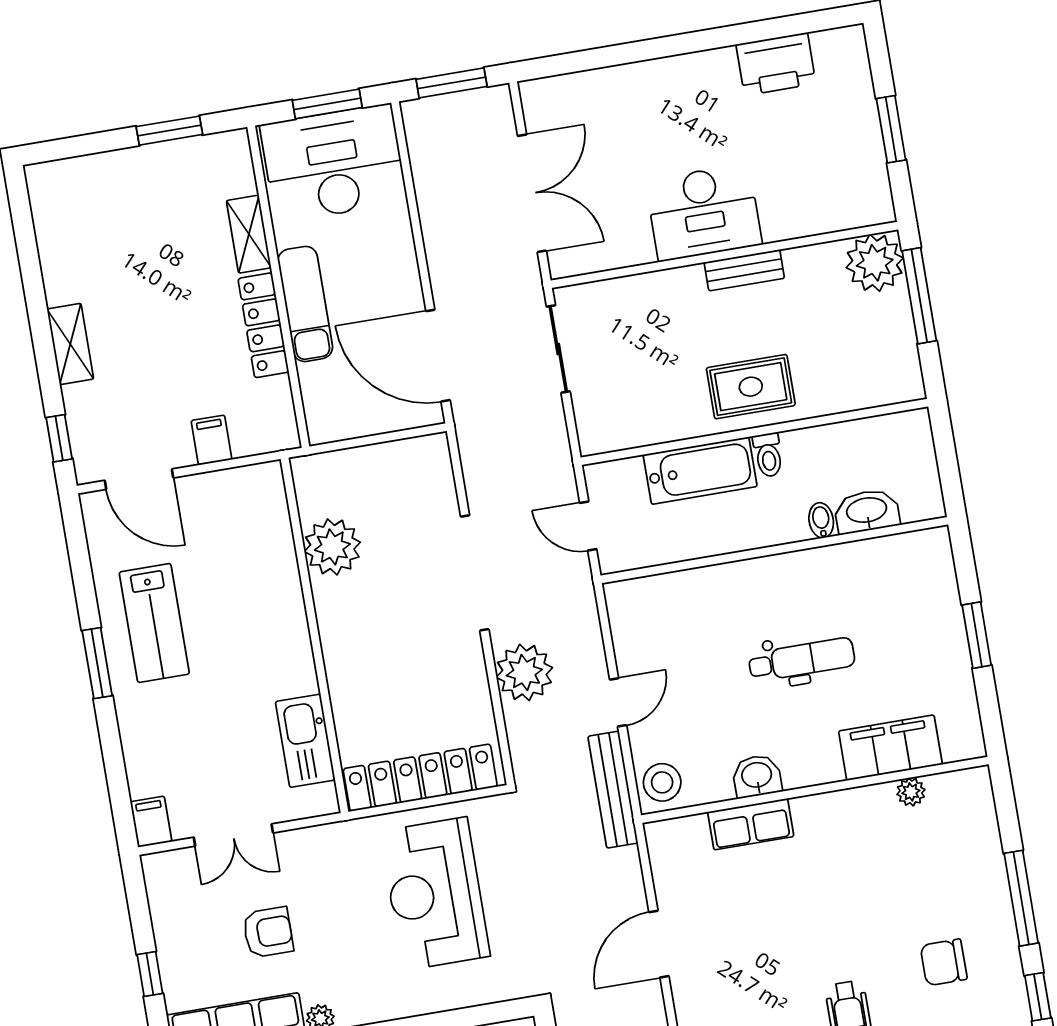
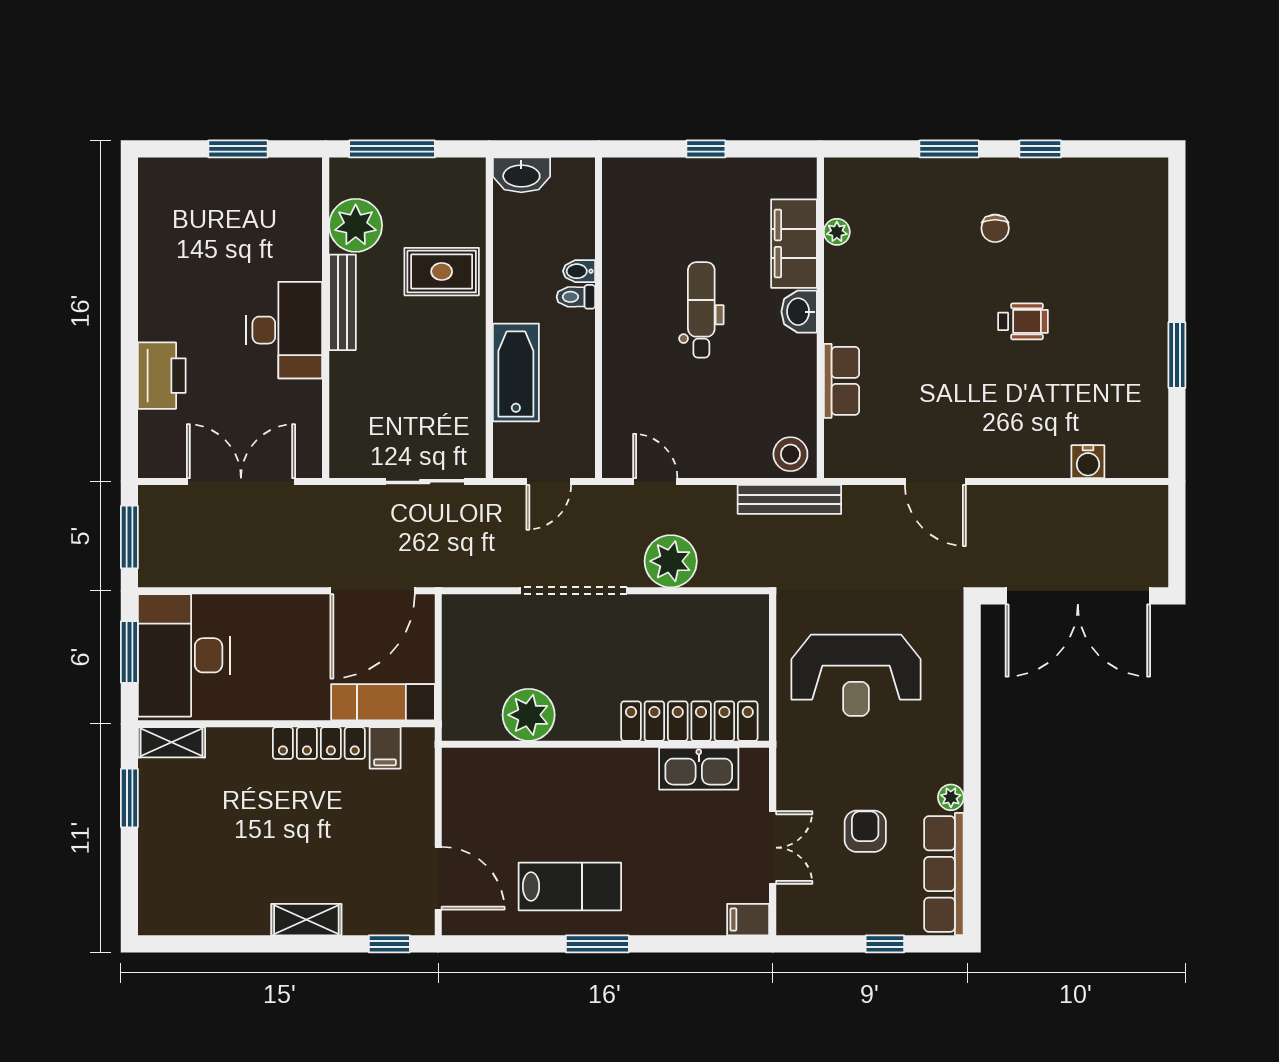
printer: (776, 64) -> (162, 376), moved
shelving: (249, 234) -> (172, 742), moved
plant: (875, 263) -> (356, 225), moved
bench: (744, 270) -> (342, 302), width x1.36
exam couch: (305, 304) -> (383, 702), moved
sliding door: (558, 349) -> (425, 482), moved
rug: (751, 387) -> (442, 272), moved, turned 90
filing cabinet: (212, 440) -> (385, 748), moved, turned -90
toilet: (768, 455) -> (576, 297), moved, turned 180
door: (139, 479) -> (438, 878), hinge flipped
washbasin: (867, 511) -> (521, 175), moved, turned -90
window: (977, 635) -> (706, 149), width x0.67
door: (618, 702) -> (655, 482), moved
washbasin: (757, 776) -> (799, 312), moved
locker: (420, 778) -> (689, 721), moved, turned 90
window: (1021, 898) -> (949, 149), width x0.69
chair: (944, 962) -> (995, 228), width x0.73, depth x0.73

